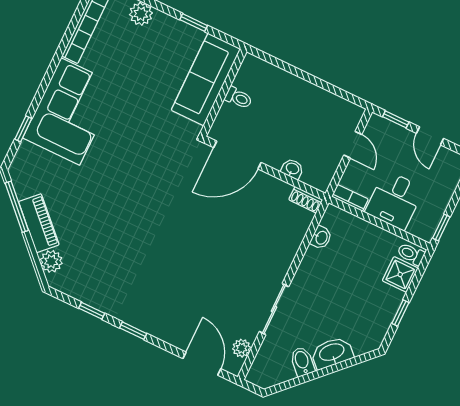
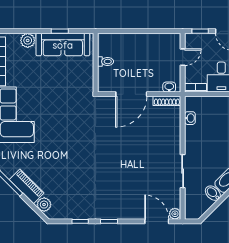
sofa: (206, 79) -> (63, 45), moved, turned -90
door: (353, 145) -> (183, 57), hinge flipped
door: (237, 155) -> (131, 94), moved
washbasin: (292, 169) -> (169, 87), moved
shoe rack: (306, 200) -> (167, 101), width x1.43
plant: (242, 348) -> (175, 214), moved

